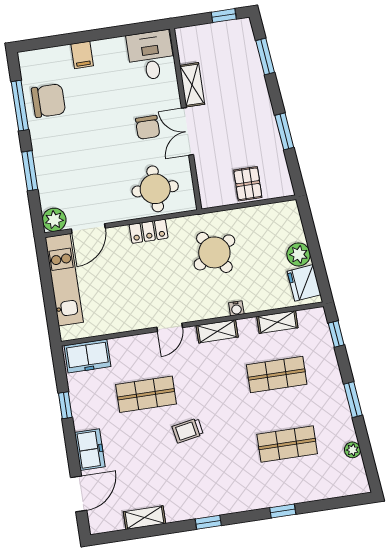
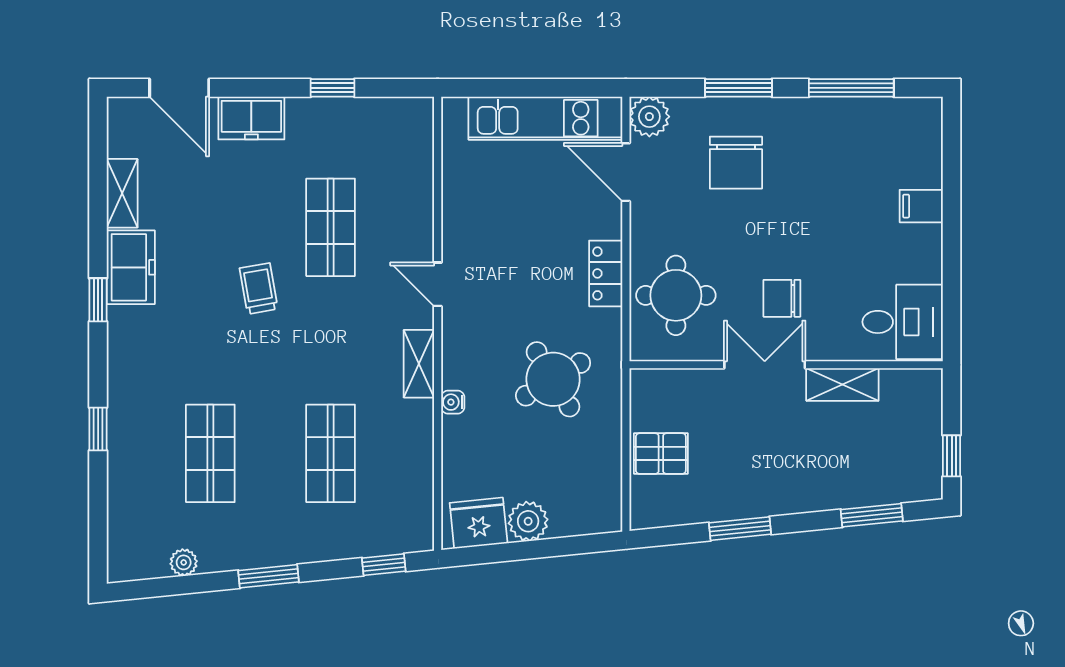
chair: (48, 101) -> (736, 163), moved
shelving: (277, 322) -> (419, 468), removed
freezer: (87, 356) -> (131, 267), moved, turned 180

